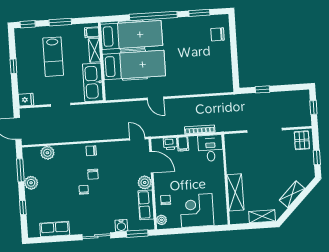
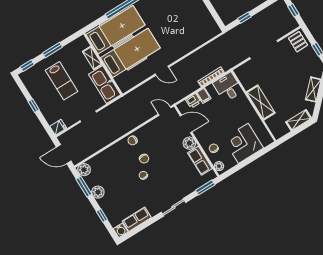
filing cabinet: (92, 32) -> (82, 45), removed
plant: (47, 153) -> (84, 170), moved
shelving: (235, 192) -> (261, 102), moved
water cooler: (121, 226) -> (121, 230), moved

